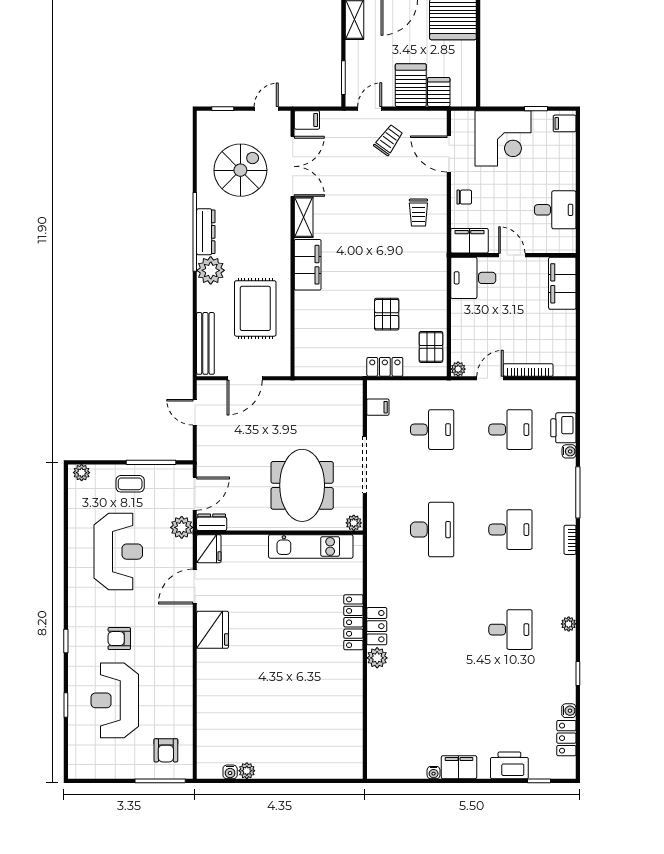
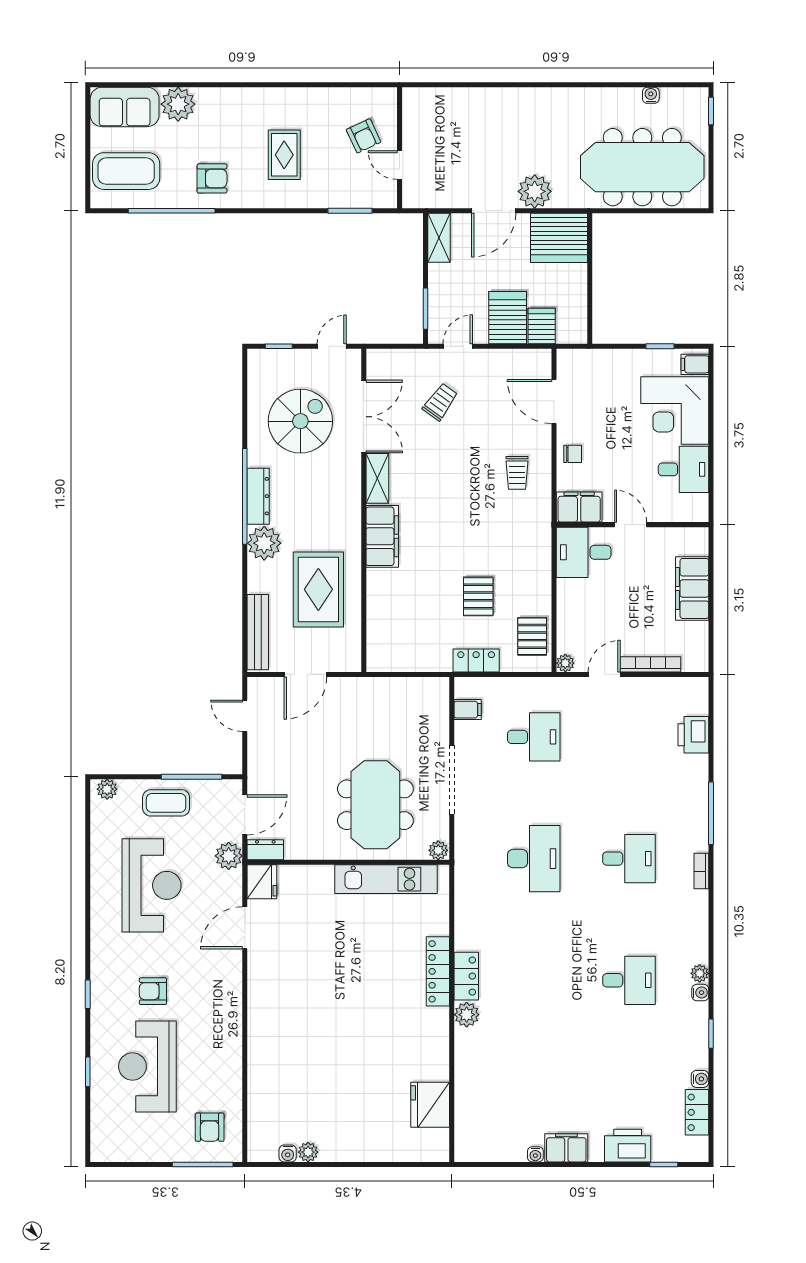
filing cabinet: (307, 120) -> (381, 360), removed
corner desk: (503, 138) -> (675, 410), moved, turned 90
trolley: (389, 140) -> (440, 402), moved
filing cabinet: (562, 283) -> (692, 588), moved
desk: (510, 430) -> (629, 737), removed
water cooler: (569, 451) -> (700, 993), moved
coffee table: (130, 484) -> (166, 803), width x1.36, depth x1.30
fridge: (213, 630) -> (430, 1105), moved, turned 180

